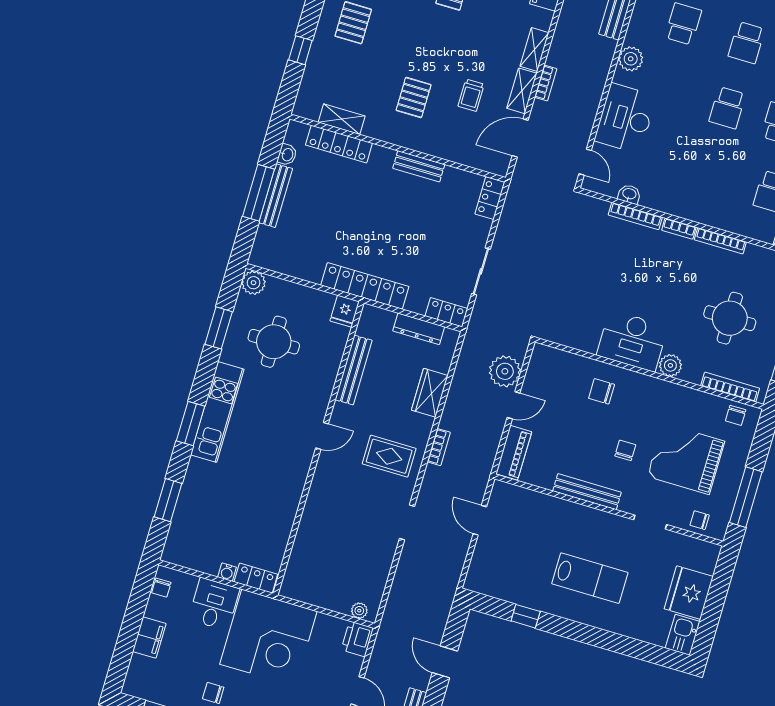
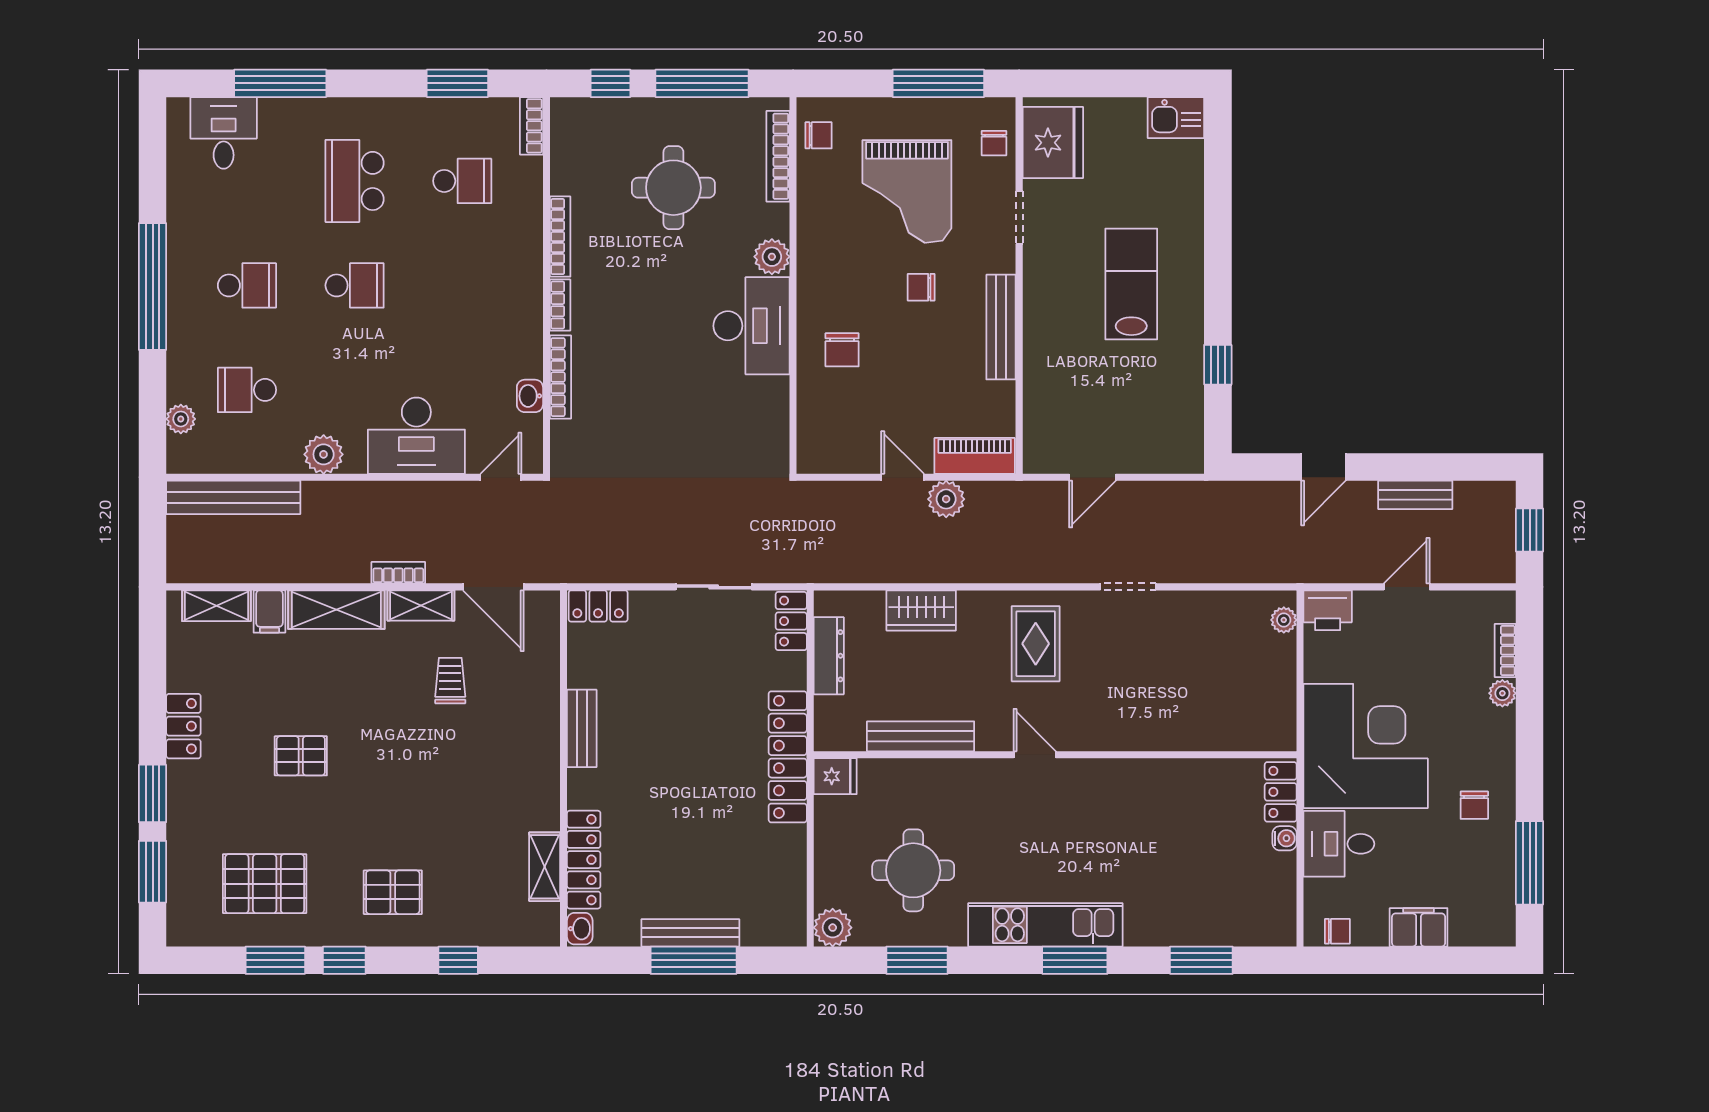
shelving: (534, 50) -> (336, 610), width x1.50, depth x1.33
trolley: (471, 95) -> (450, 681), turned -90
pallet: (414, 97) -> (479, 767), removed
washbasin: (287, 155) -> (580, 929), moved, turned 90
plant: (505, 371) -> (946, 499), moved, width x0.73, depth x0.73
bookcase: (439, 447) -> (1000, 572), removed
fridge: (689, 593) -> (1053, 143), moved, turned -90

